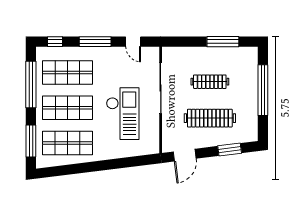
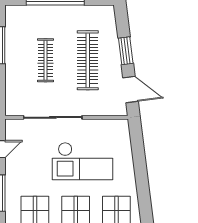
checkout: (123, 114) -> (83, 161), turned 180
window: (230, 150) -> (126, 51), moved

